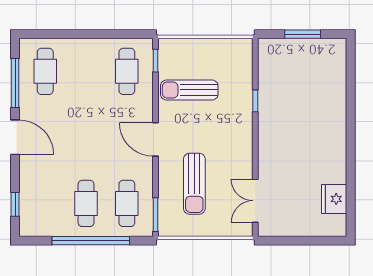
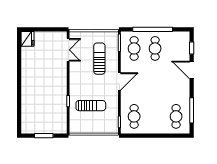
sun lounger: (189, 90) -> (91, 106), moved
door: (15, 137) -> (192, 70), moved
door: (155, 139) -> (119, 81), hinge flipped
fridge: (334, 199) -> (27, 39), moved

